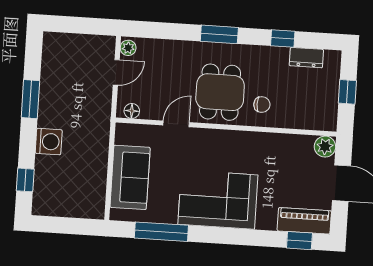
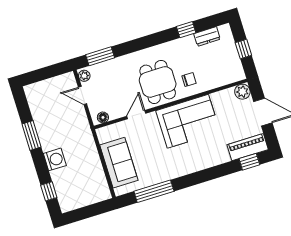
window: (219, 34) -> (100, 56), moved
door: (116, 72) -> (83, 95), swing flipped
corner sofa: (218, 200) -> (188, 121), moved, turned 180

